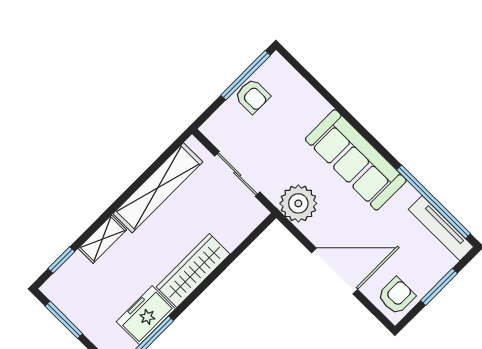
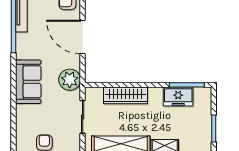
sofa: (356, 160) -> (28, 82), width x0.73
wardrobe: (193, 270) -> (125, 95), moved

